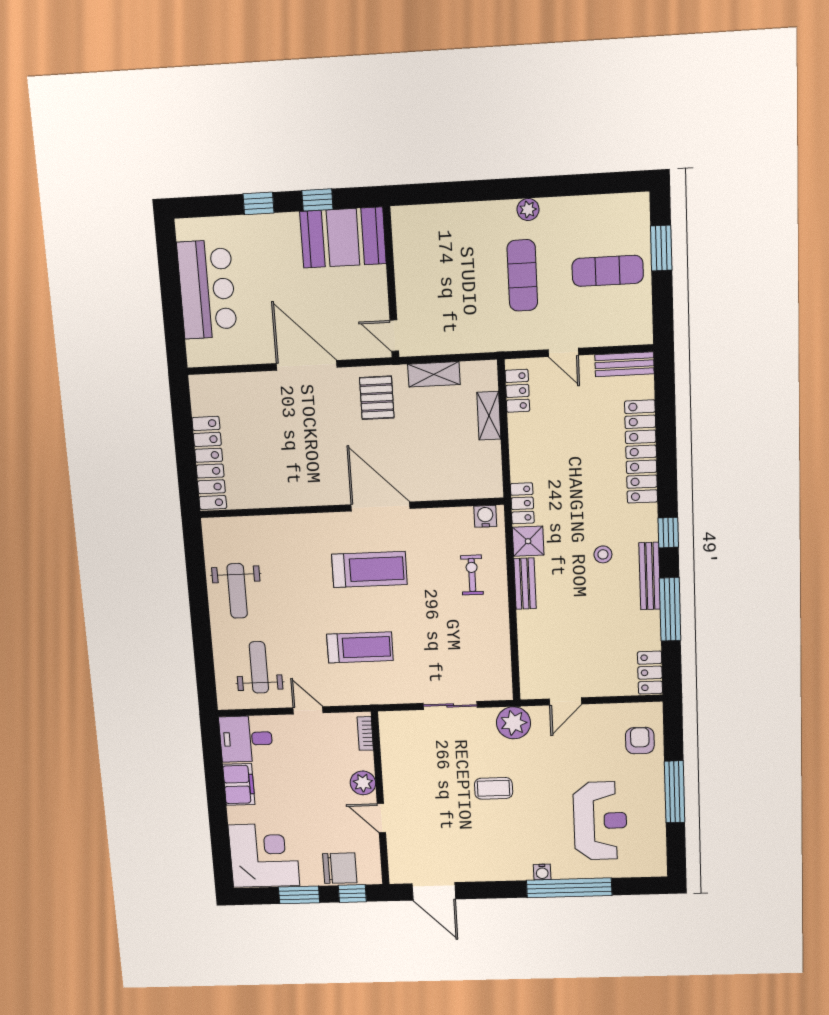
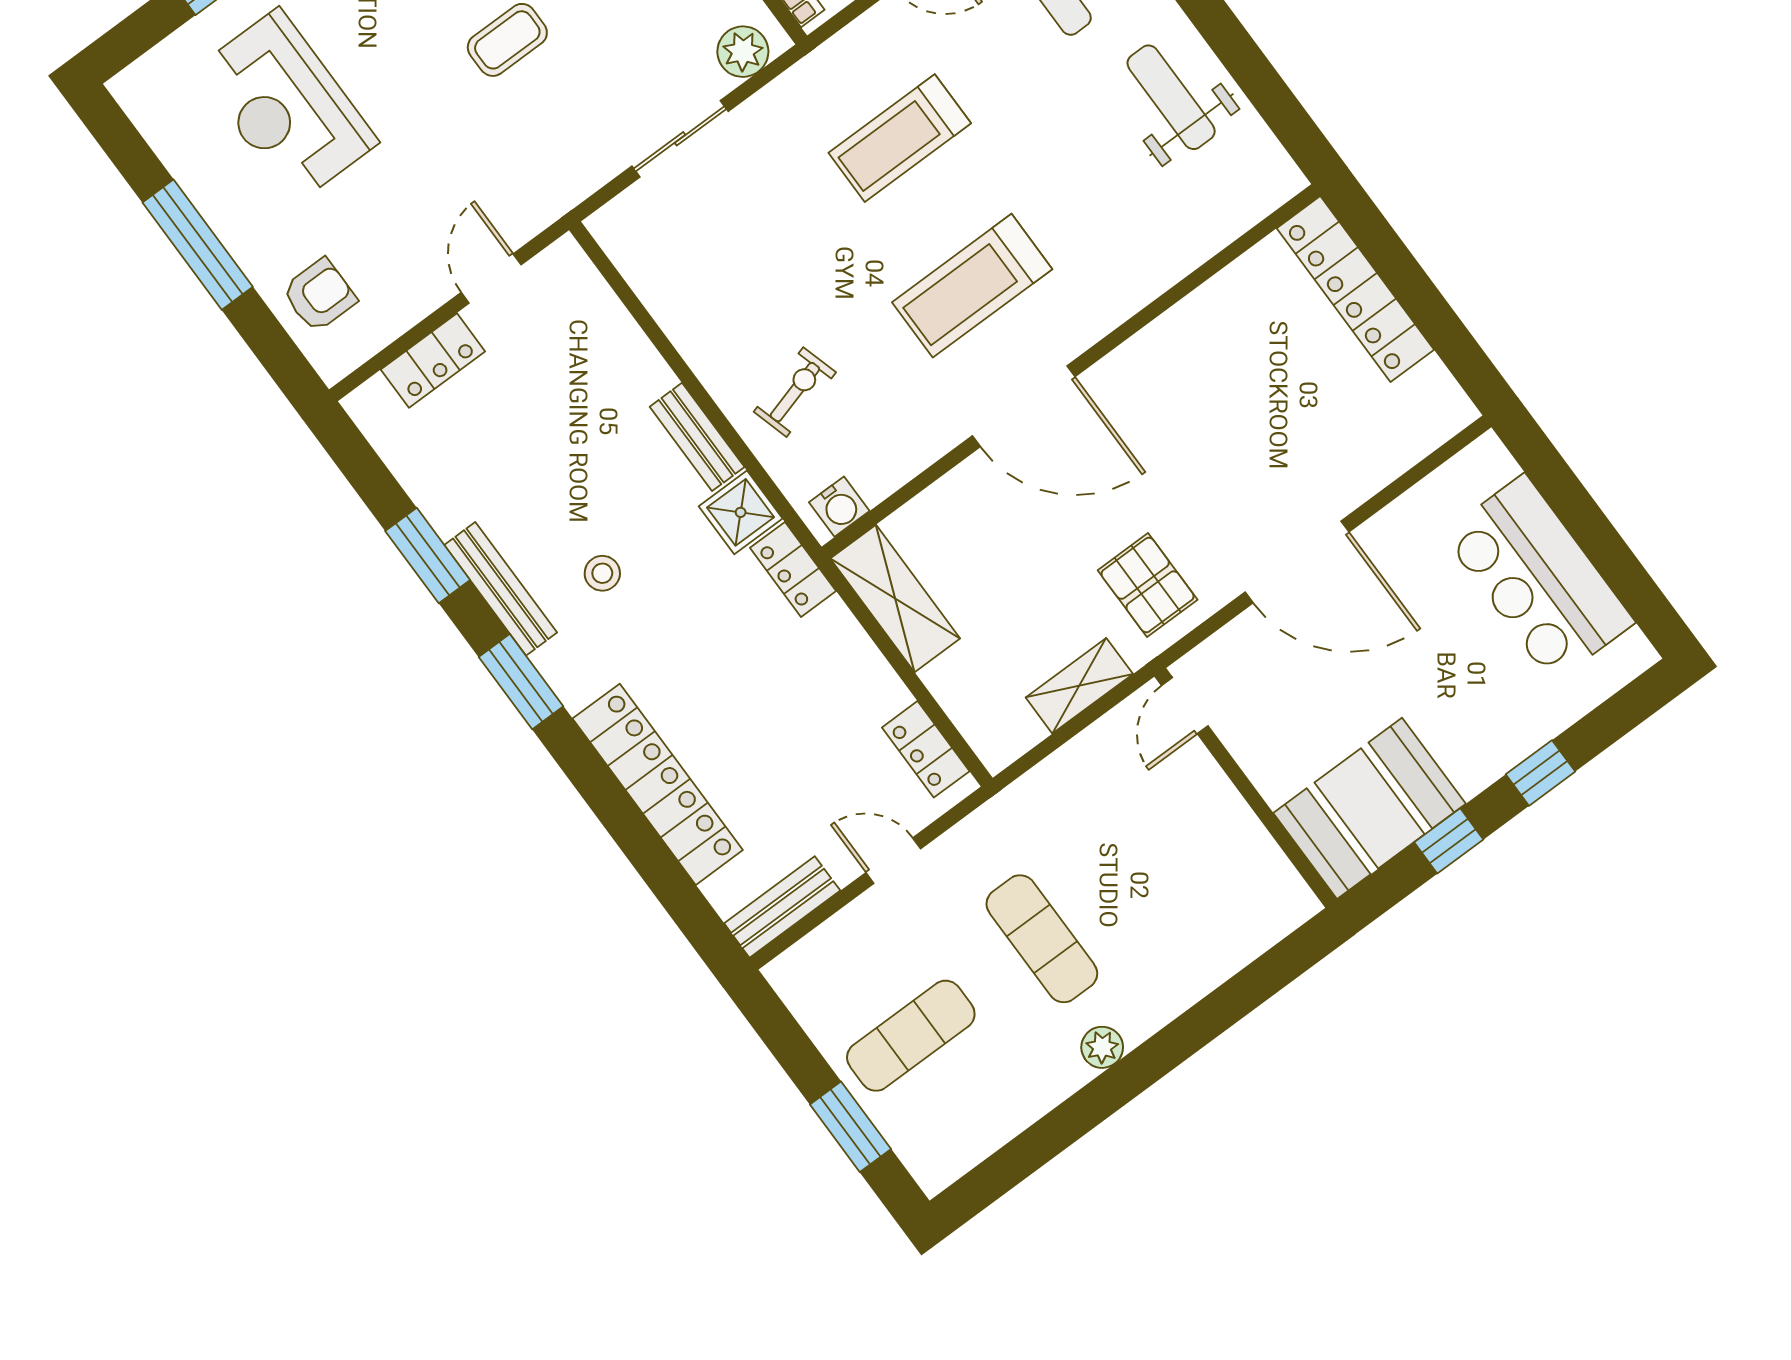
door: (394, 336) -> (1185, 706), swing flipped
shelving: (489, 416) -> (895, 599), moved, width x1.50, depth x1.33
window: (668, 533) -> (521, 682), width x1.50
exercise bike: (472, 575) -> (795, 392), turned -106
window: (670, 609) -> (428, 556), width x0.69
locker: (650, 673) -> (433, 360), moved, turned 90
plant: (514, 723) -> (743, 52), moved, width x0.73, depth x0.73
armchair: (640, 741) -> (319, 295), turned -90

